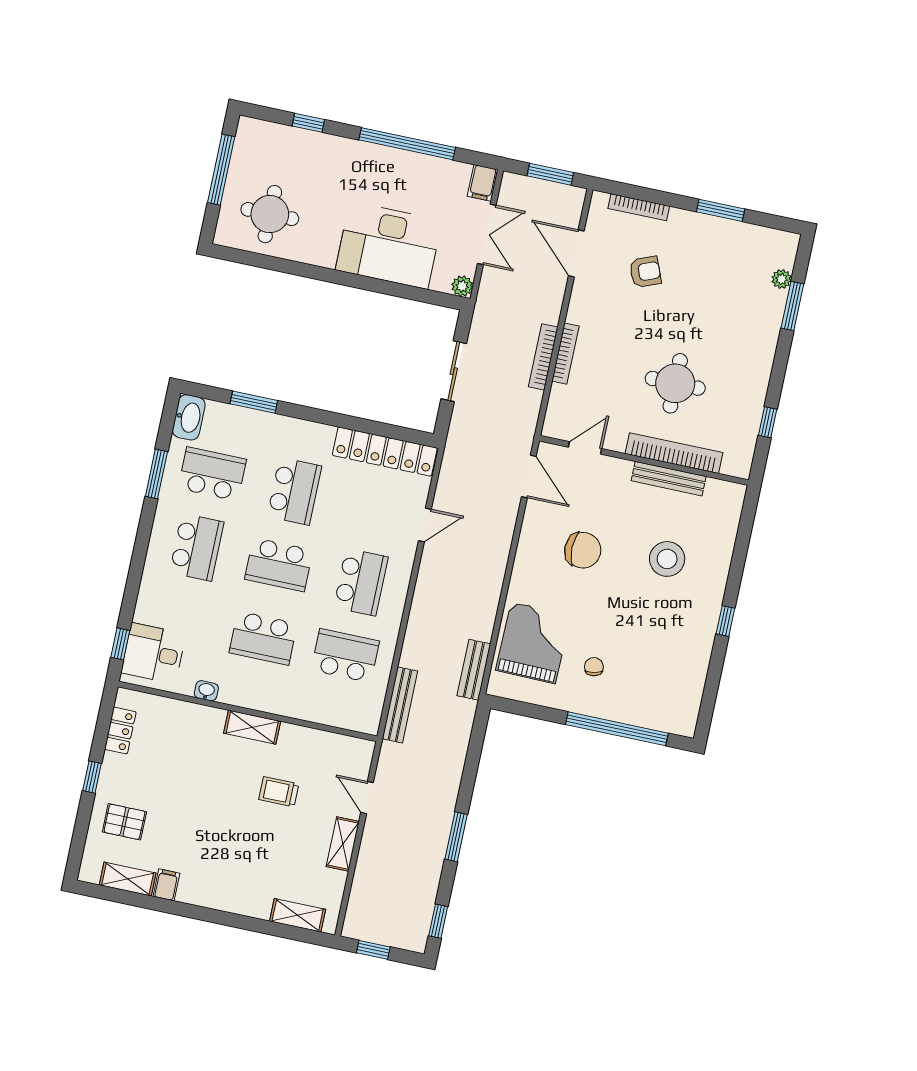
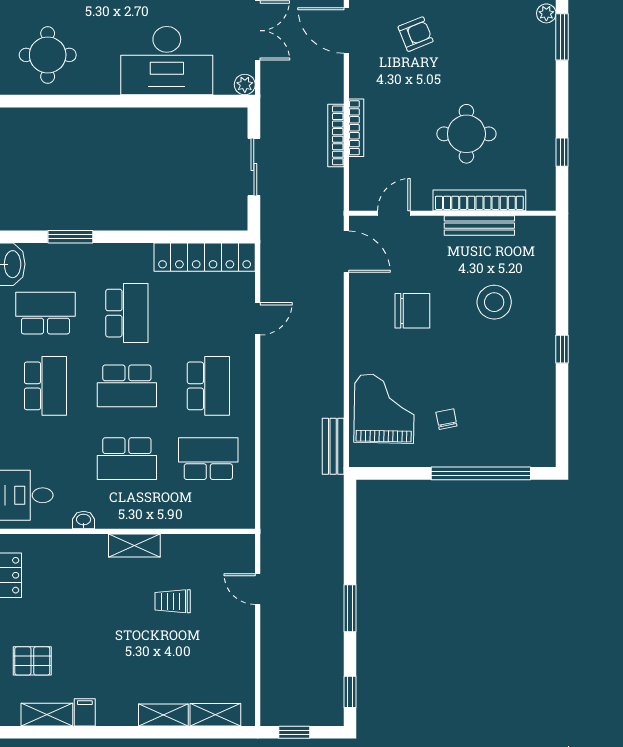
bench: (400, 705) -> (270, 494), removed
shelving: (343, 844) -> (163, 715), moved, turned 90

